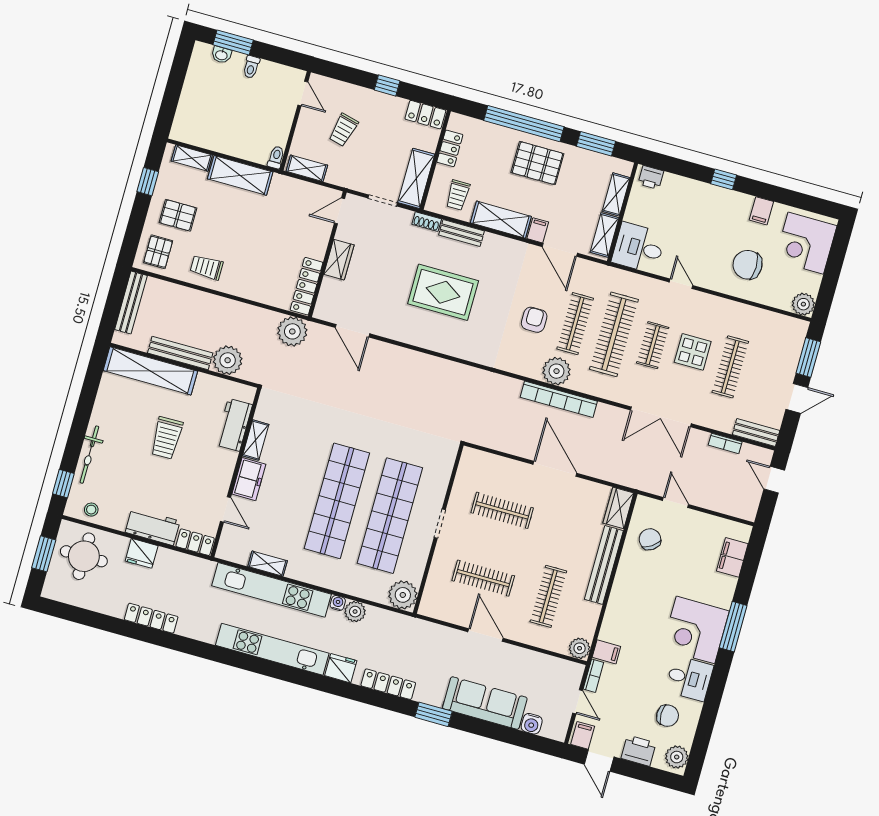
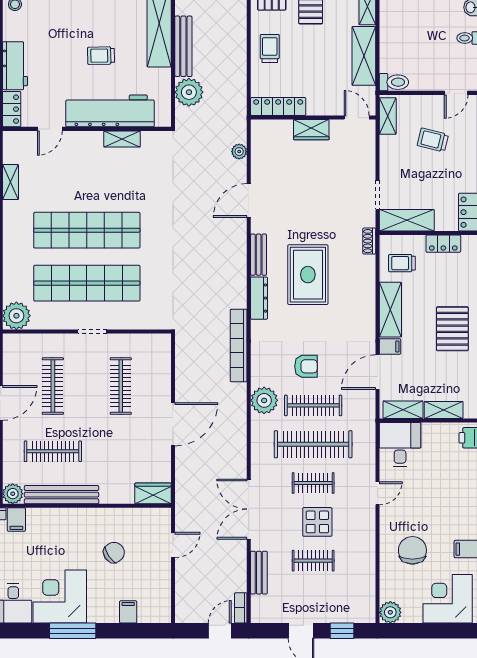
toilet: (276, 157) -> (394, 82), width x1.37, depth x1.39
door: (339, 211) -> (357, 118), moved
bench: (462, 233) -> (259, 255), moved
wall: (327, 254) -> (313, 118), moved
wardrobe: (339, 260) -> (311, 130), moved
locker: (307, 286) -> (278, 107), moved
plant: (292, 331) -> (239, 152), width x0.53, depth x0.53
dresser: (453, 348) -> (259, 298), added
window: (808, 357) -> (342, 631), width x0.67
clothes rail: (730, 367) -> (313, 561), width x0.73
bookcase: (559, 399) -> (239, 346), moved
workbench: (234, 425) -> (110, 111), width x1.88, depth x1.32
bench: (756, 433) -> (259, 573), moved
trolley: (167, 438) -> (101, 56), width x0.73, depth x0.72
bookcase: (725, 443) -> (241, 608), moved
freezer: (249, 479) -> (84, 143), removed
chair: (650, 539) -> (114, 553), moved
filing cabinet: (732, 557) -> (128, 612), width x0.50
bench: (604, 565) -> (61, 495), moved

